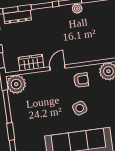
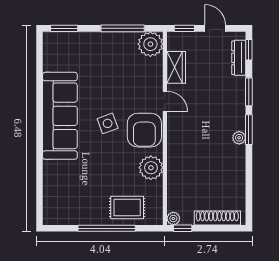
armchair: (81, 80) -> (144, 130), width x1.88, depth x1.88

